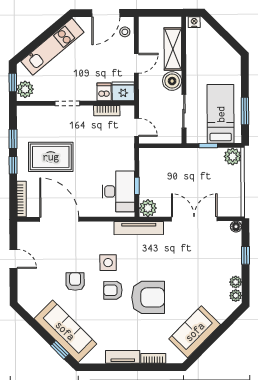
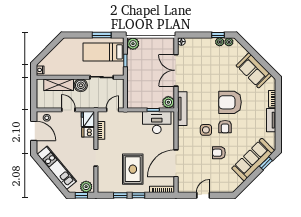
window: (245, 255) -> (218, 35), moved
armchair: (148, 297) -> (230, 102), turned -90

